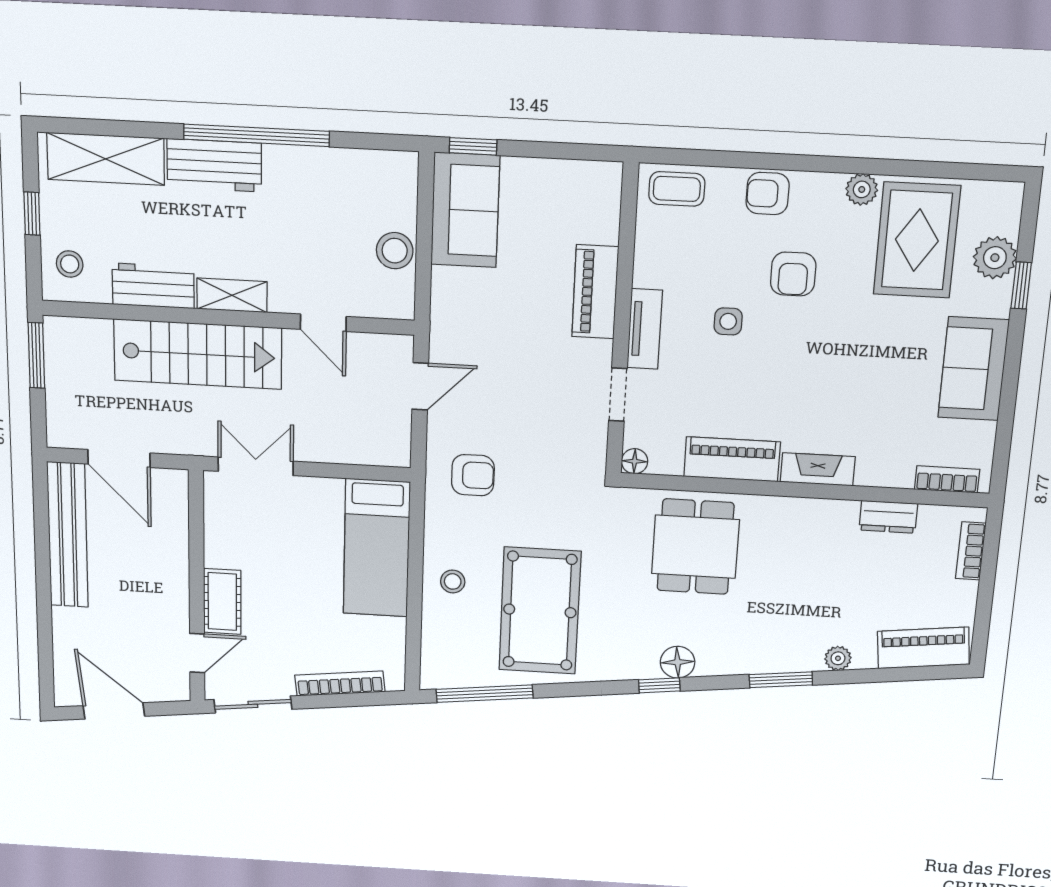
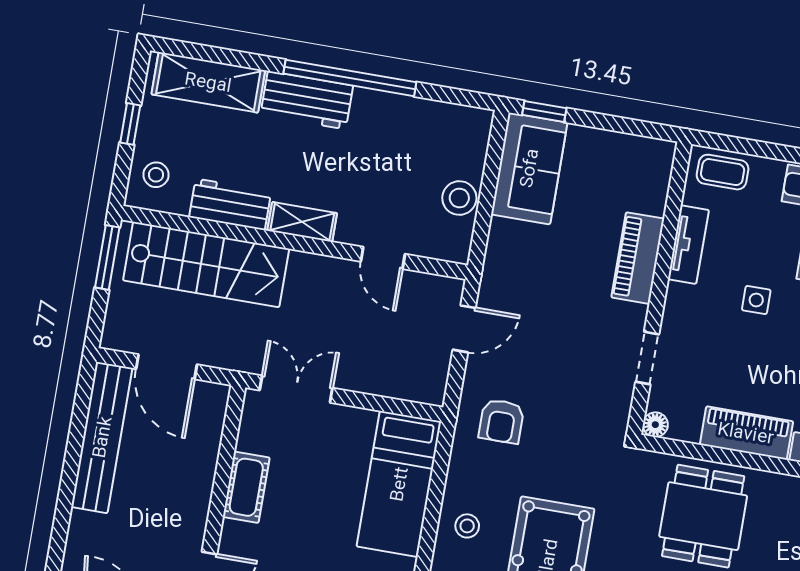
tv unit: (645, 329) -> (688, 245), moved
stairs: (198, 354) -> (206, 265), moved
armchair: (473, 475) -> (501, 421), turned 90
cot: (222, 601) -> (246, 487), moved

